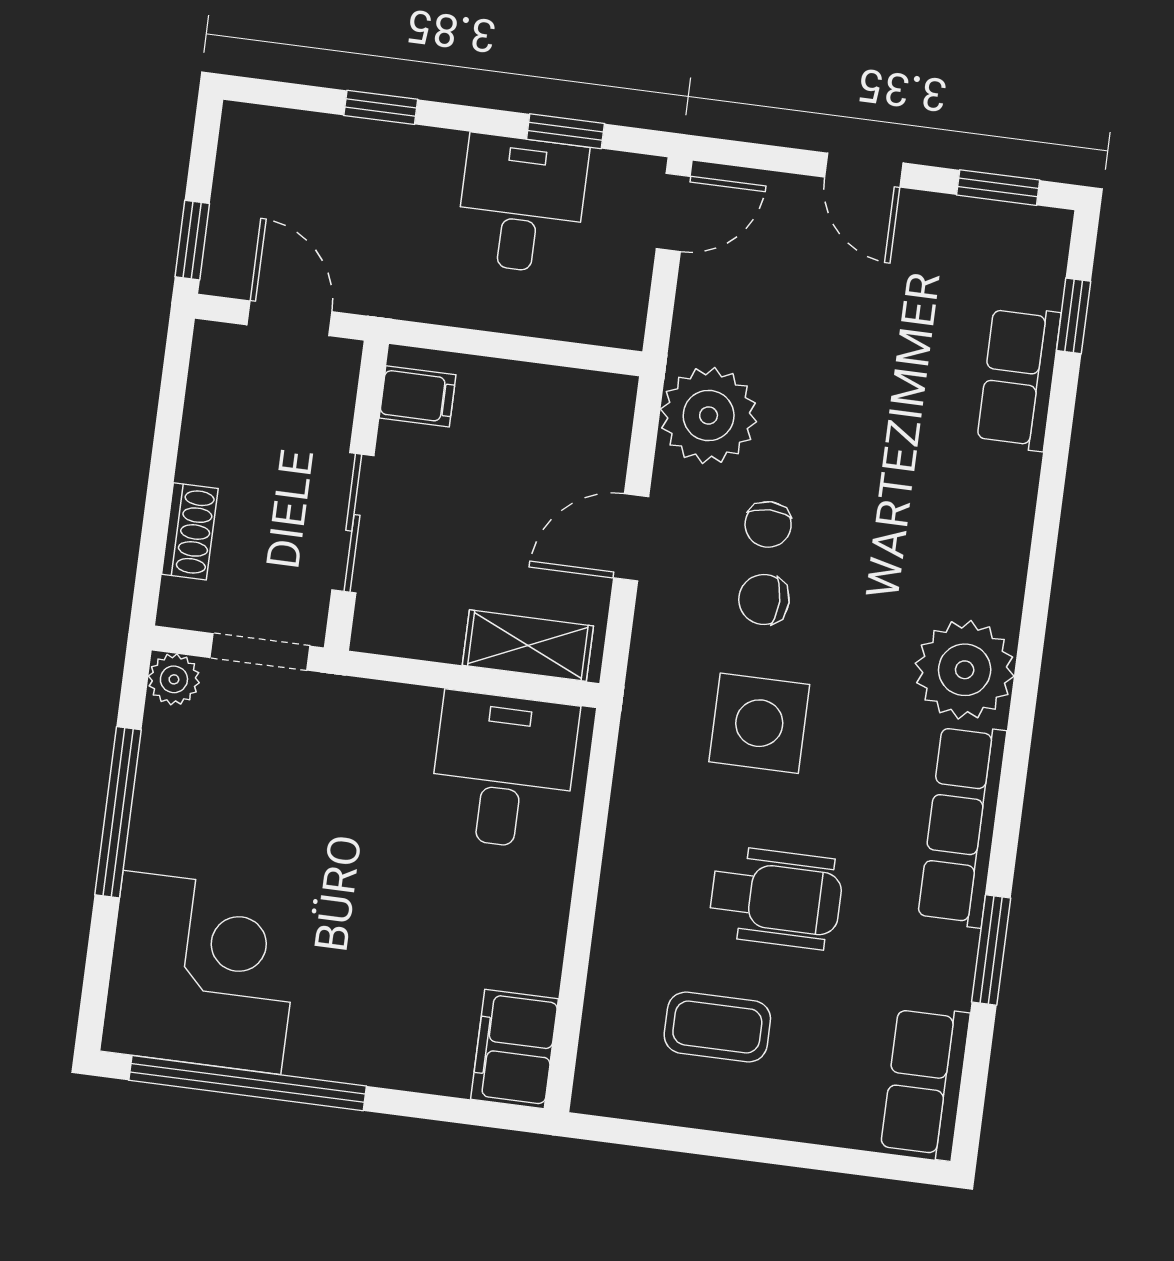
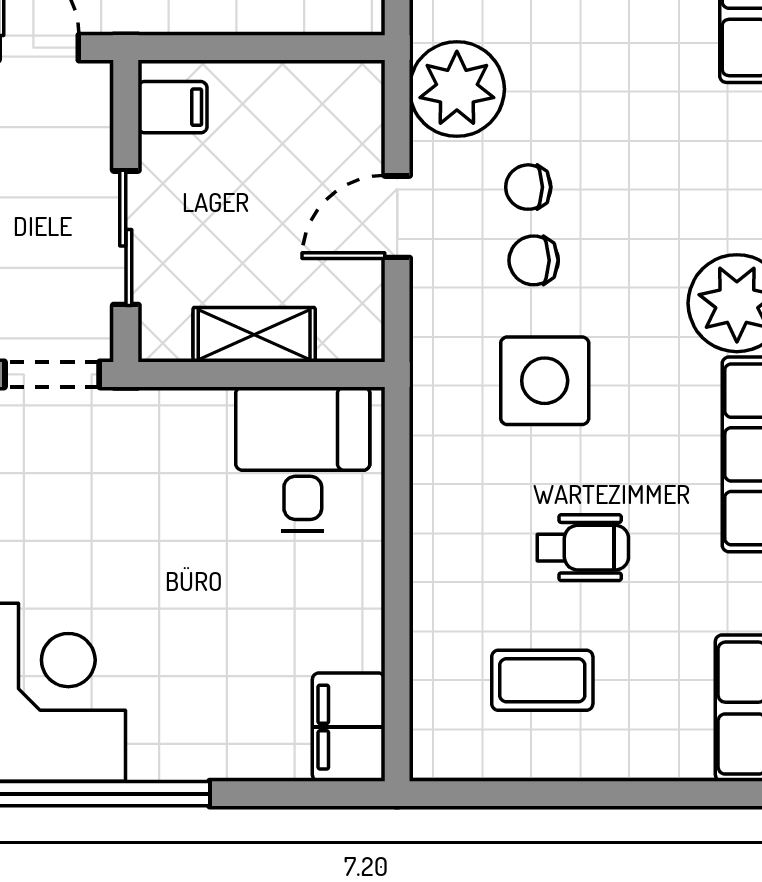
chair: (768, 524) -> (528, 187), turned 90
shelving: (528, 646) -> (254, 335), moved
wheelchair: (776, 898) -> (583, 548), width x0.73, depth x0.73

